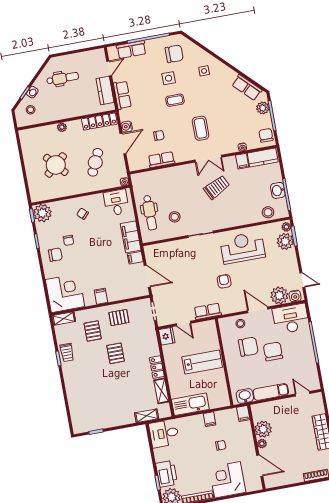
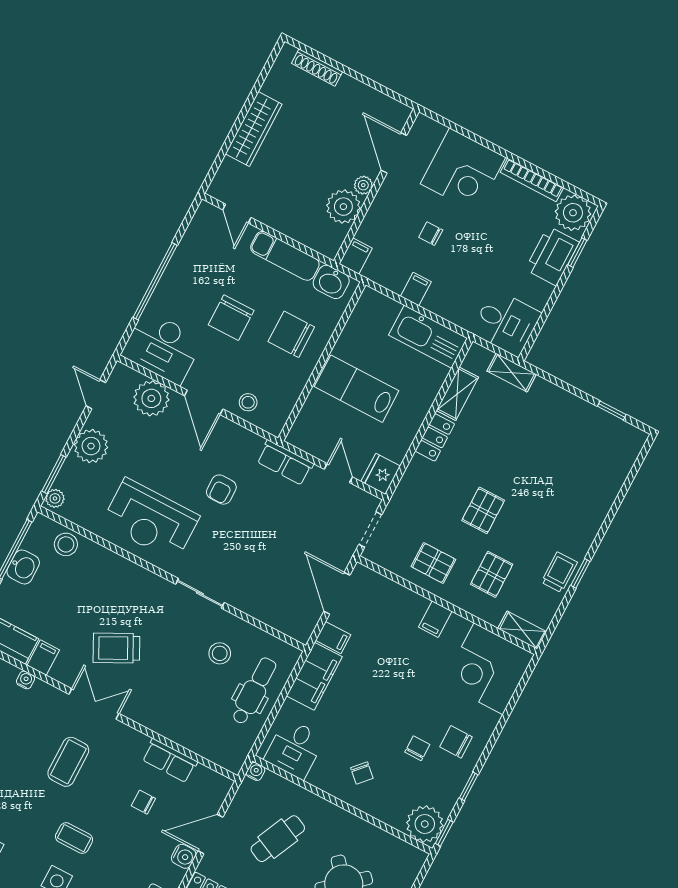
plant: (285, 241) -> (91, 446), moved
water cooler: (295, 296) -> (127, 378), removed
chair: (248, 347) -> (291, 334), moved

